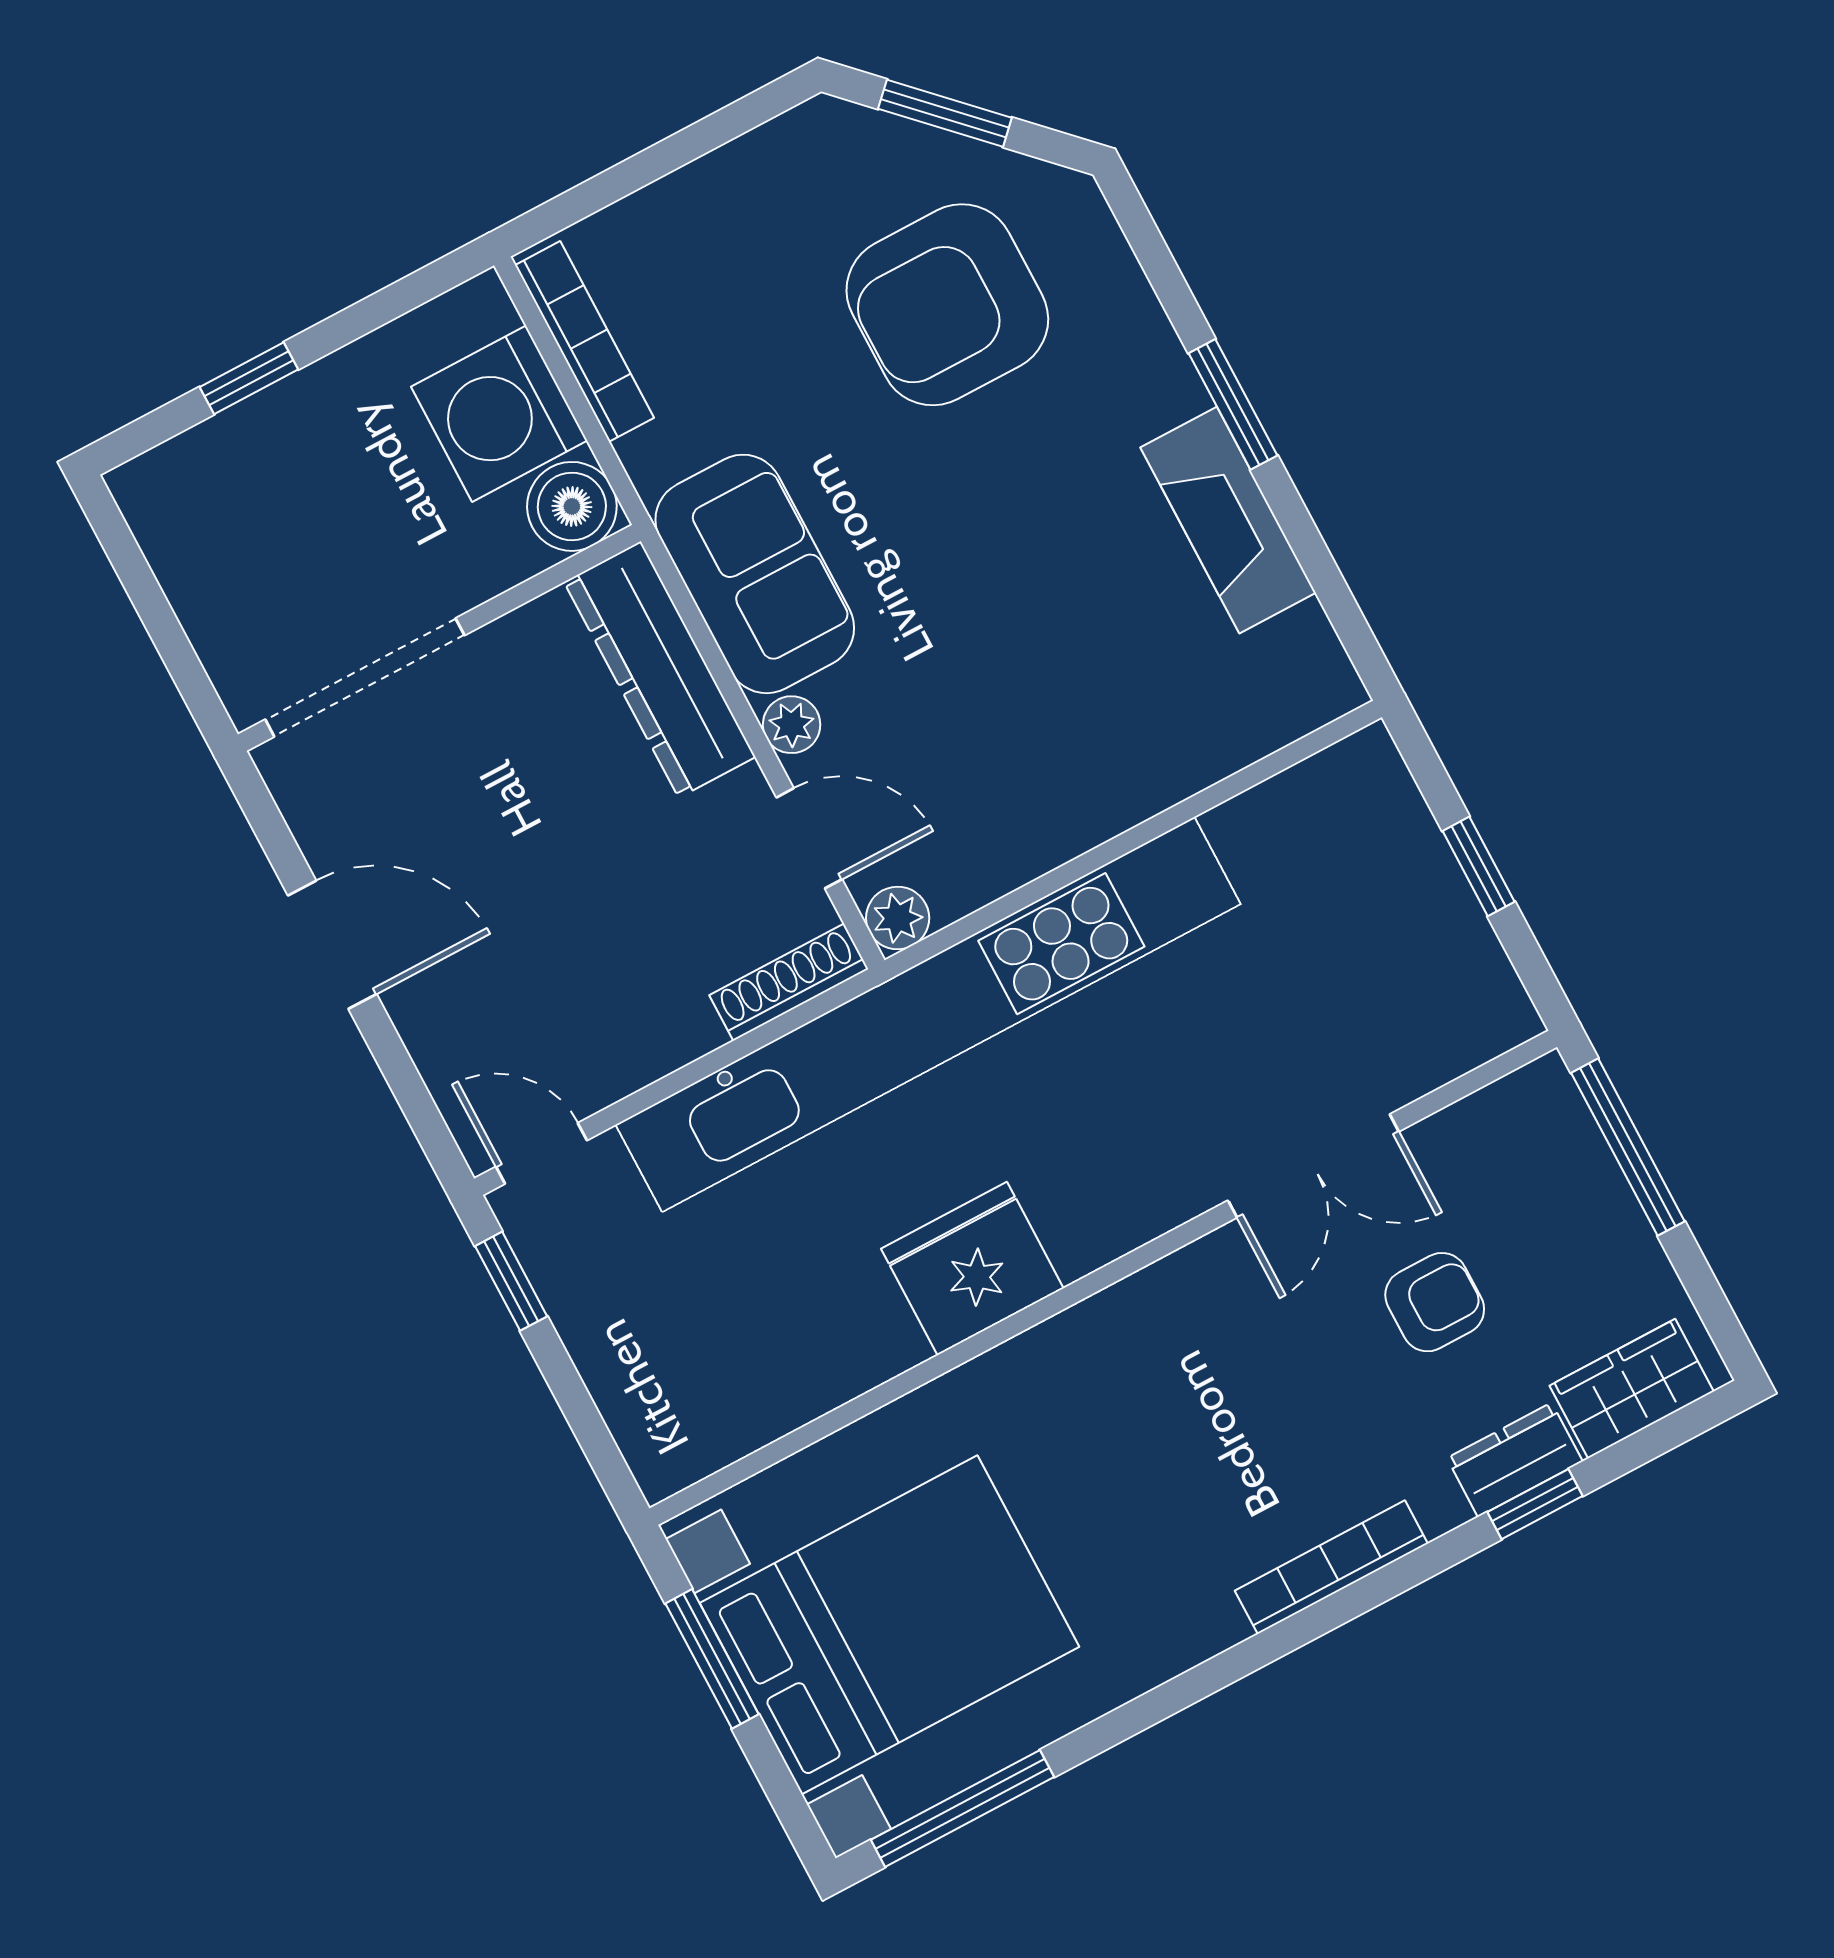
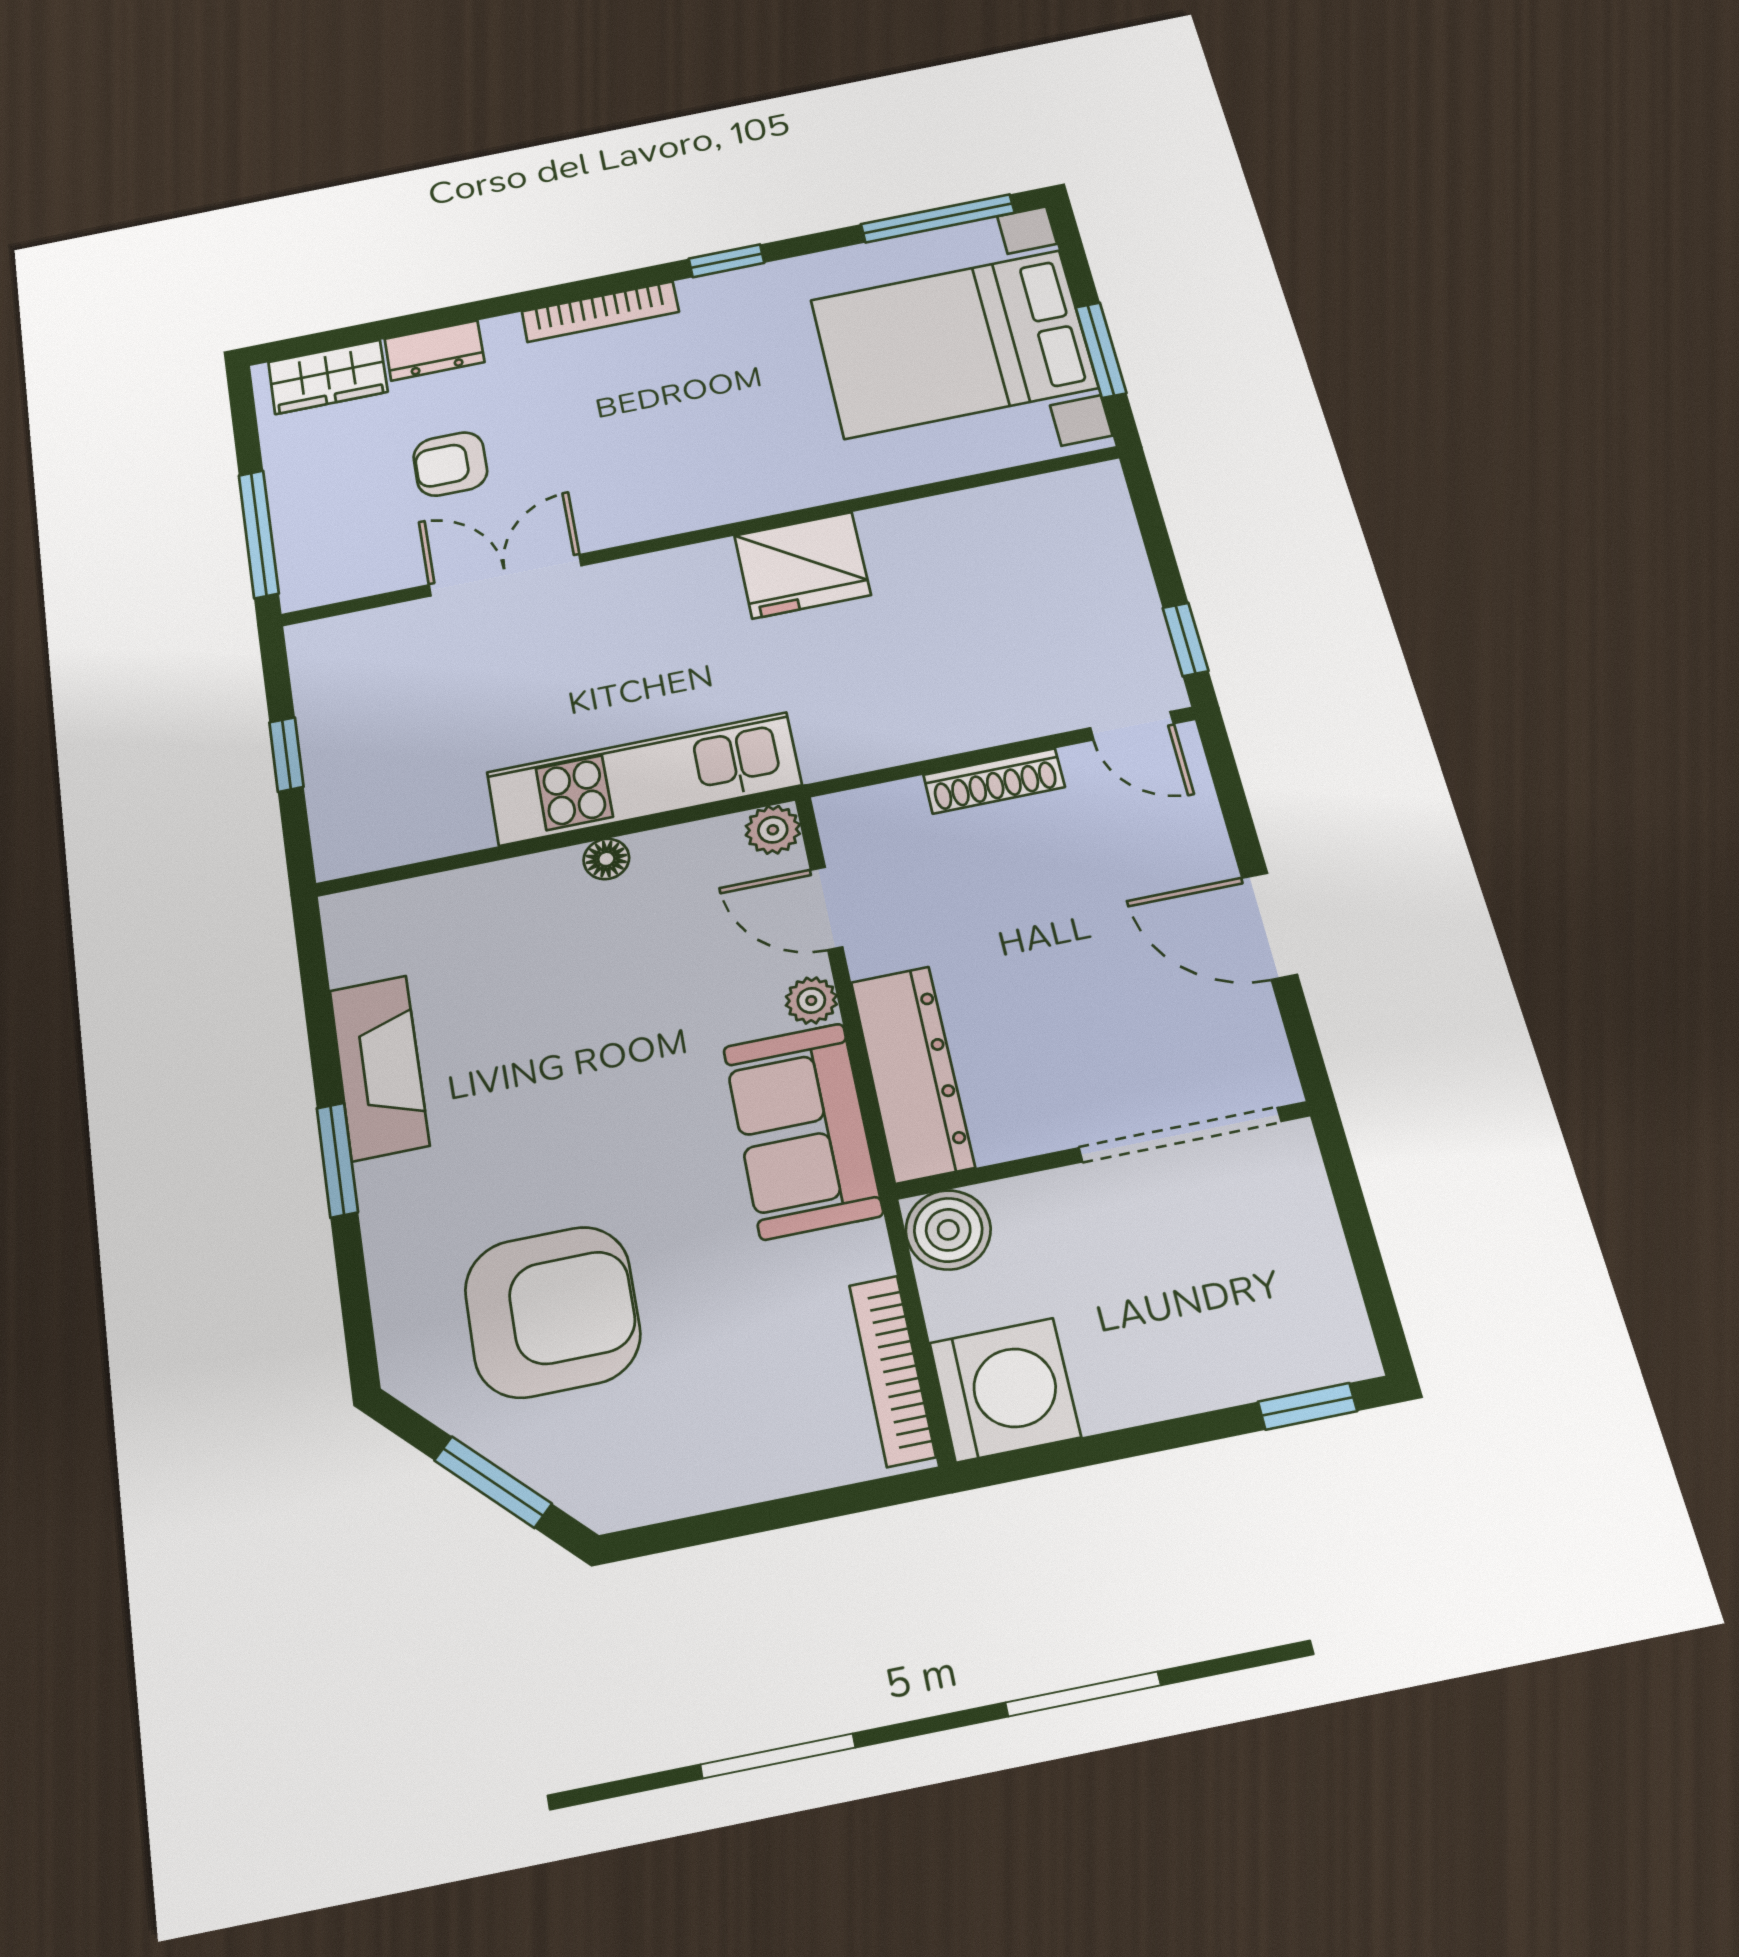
window: (249, 378) -> (1307, 1406), moved
washing machine: (499, 414) -> (1005, 1390), moved
floor lamp: (1069, 833) -> (606, 859), added
shoe rack: (789, 982) -> (994, 781), moved
kitchen unit: (928, 1014) -> (644, 779), width x0.54
window: (1535, 1504) -> (726, 261), moved

